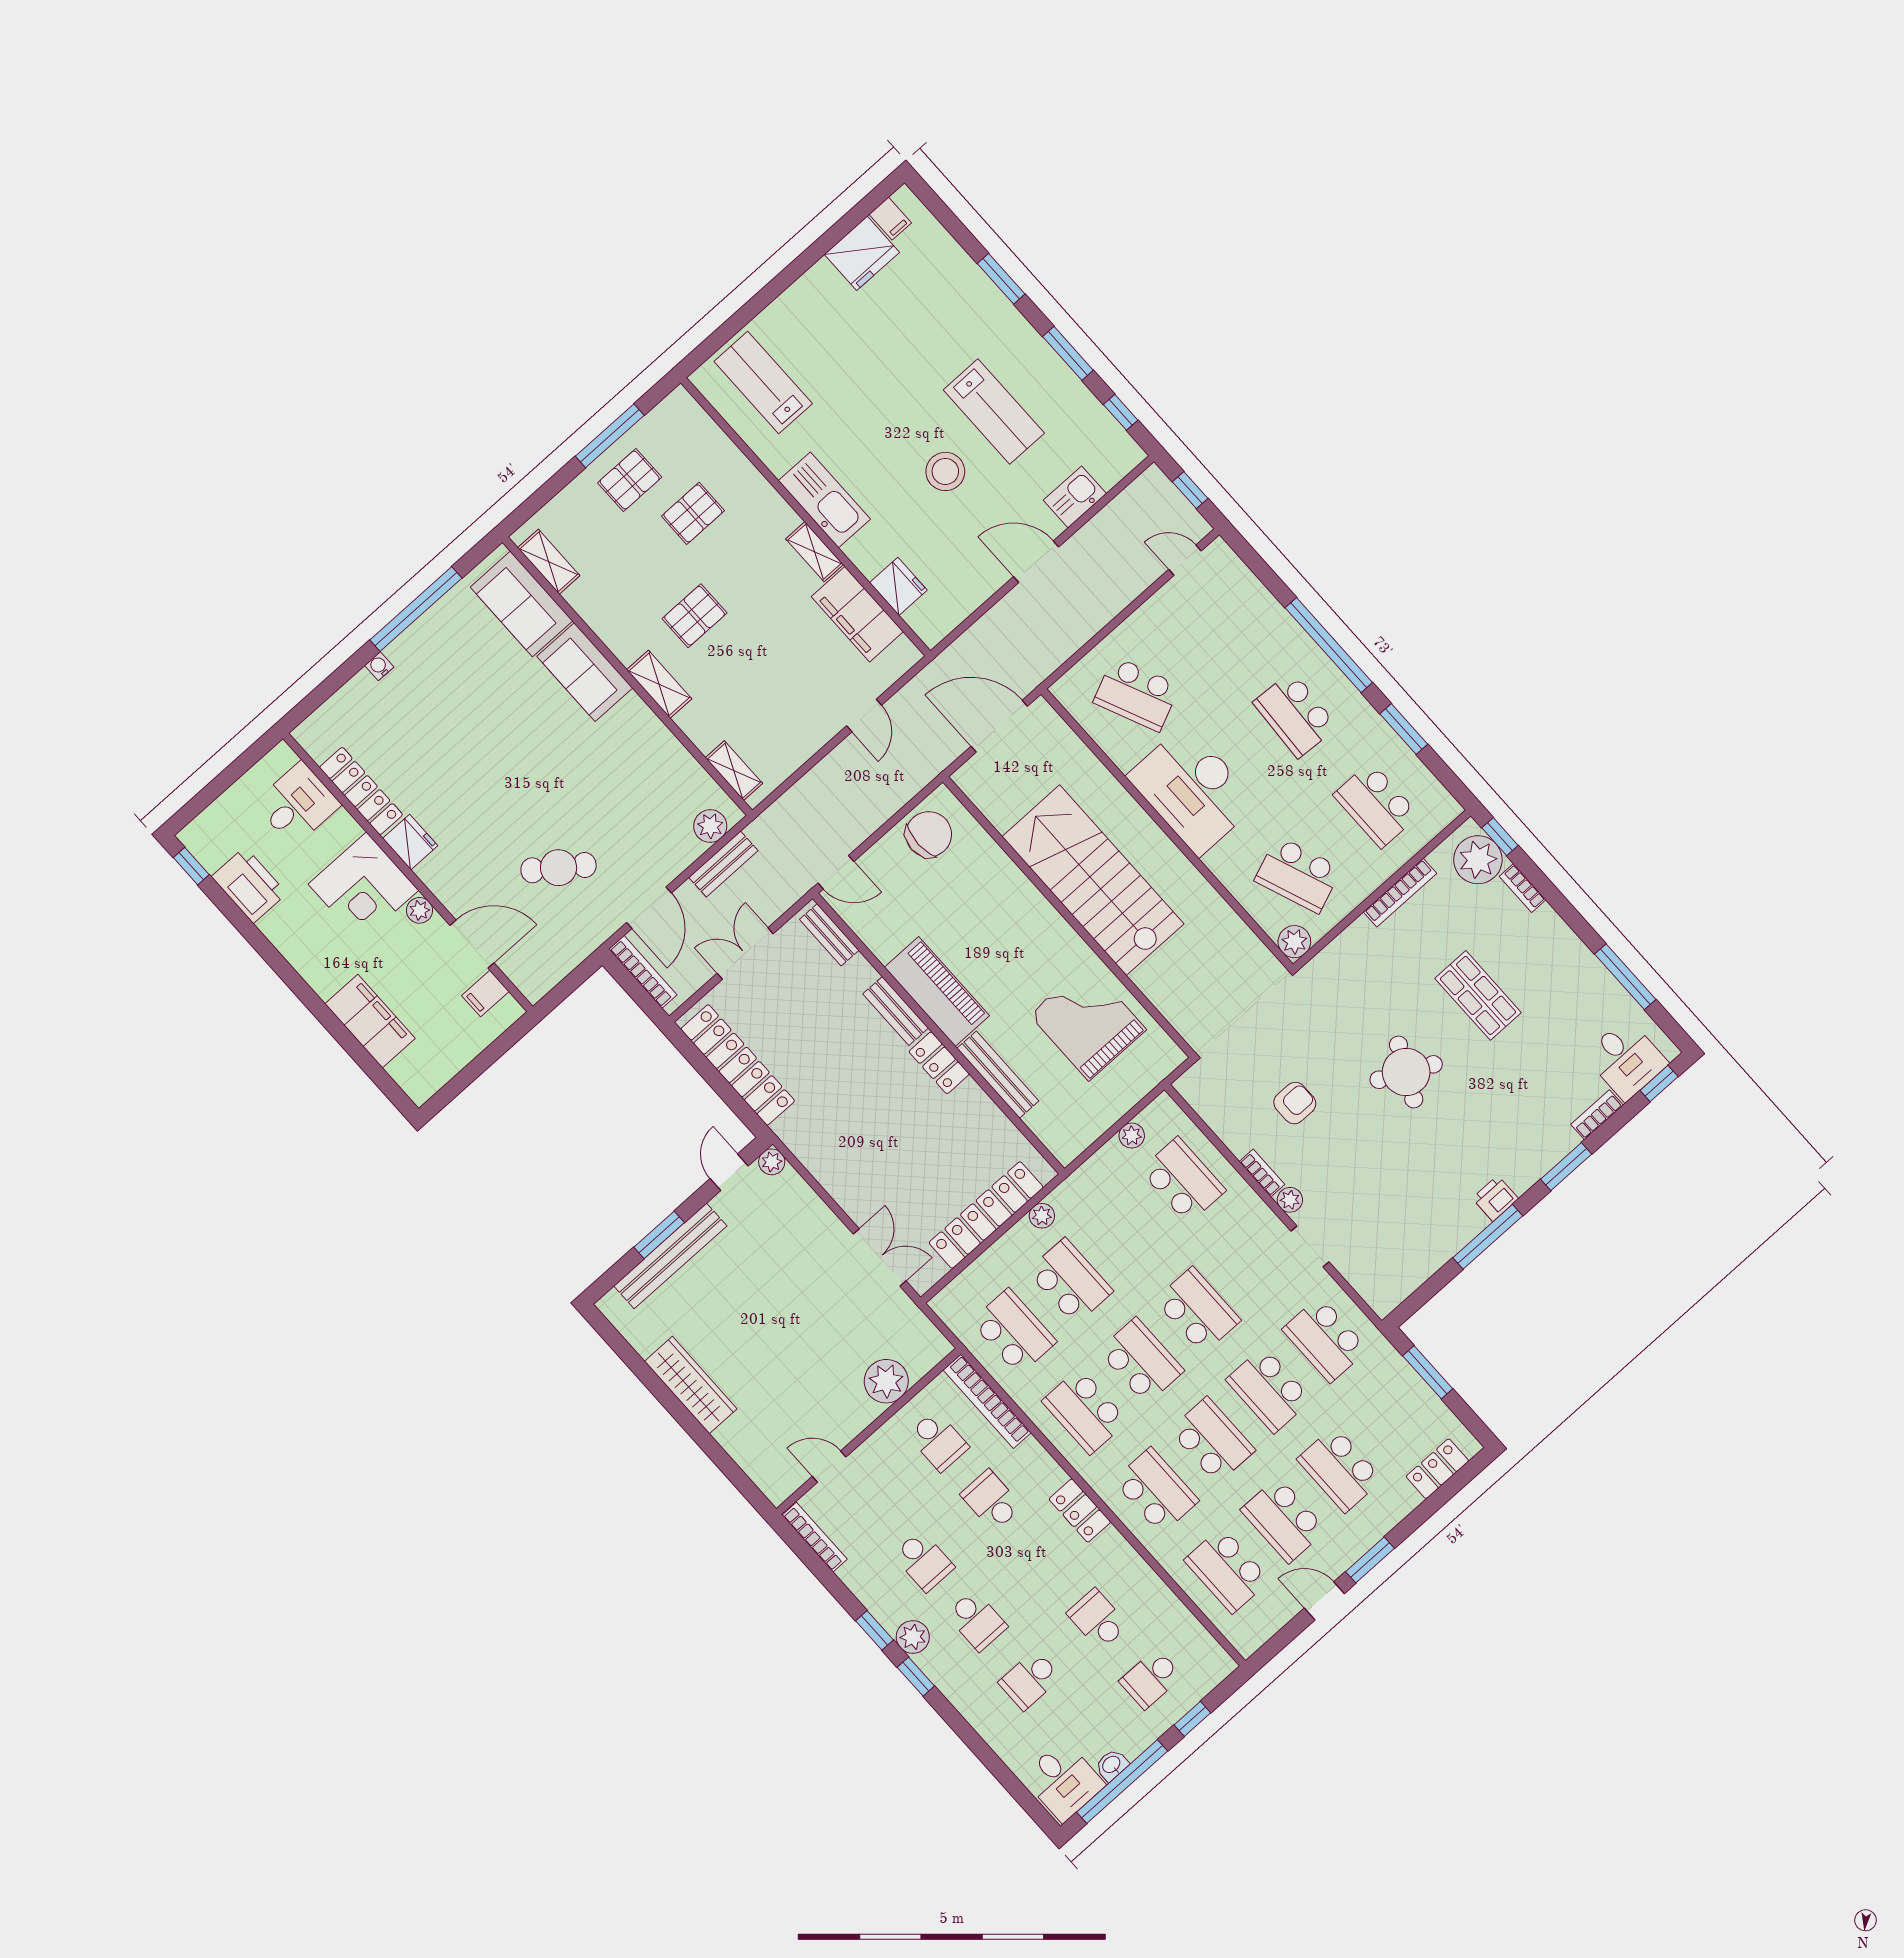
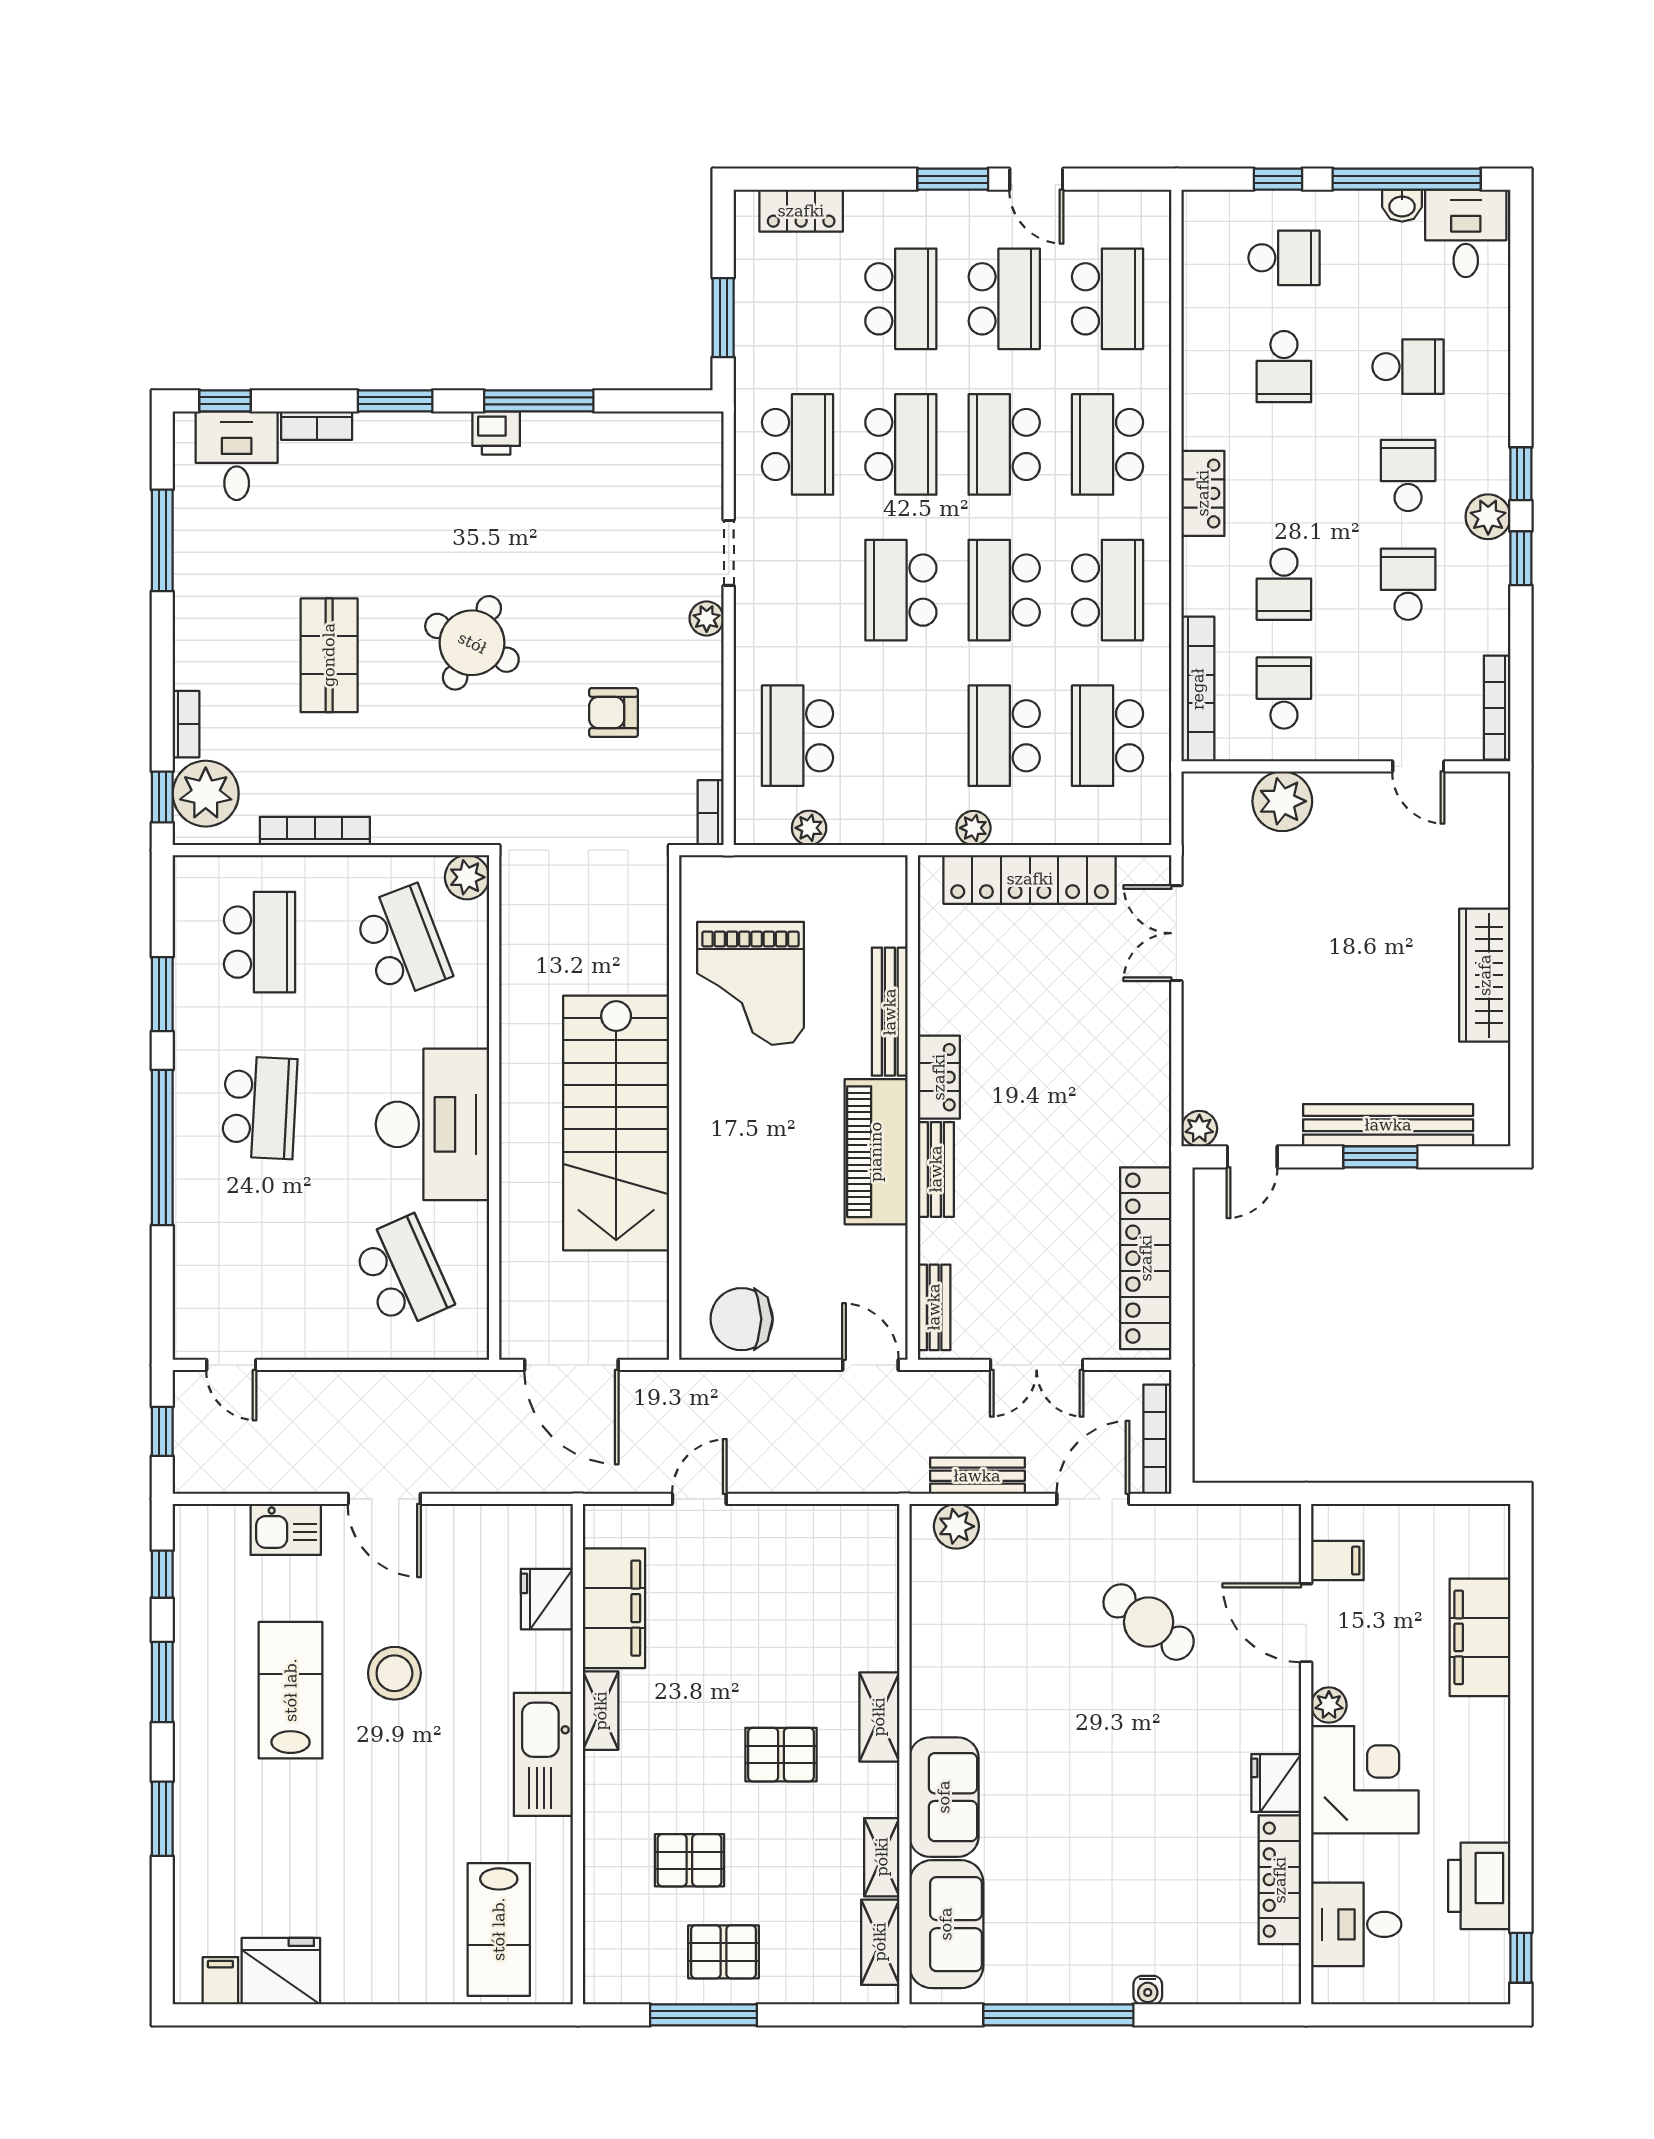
shelving: (734, 771) -> (882, 1857), moved
bookcase: (1262, 1173) -> (711, 813), moved

